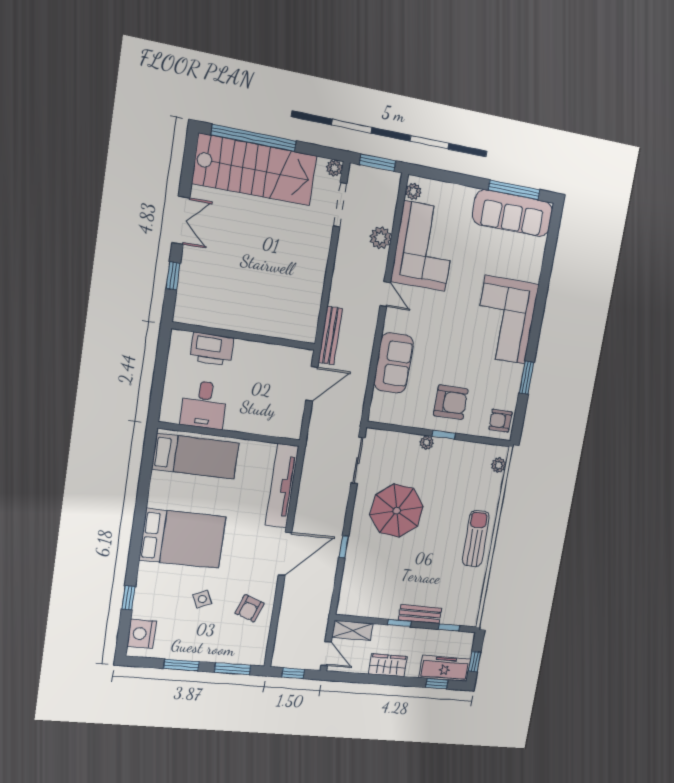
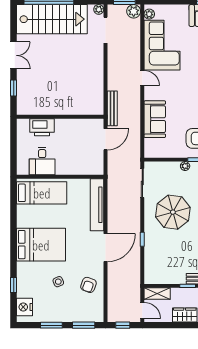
plant: (381, 238) -> (134, 11), moved

